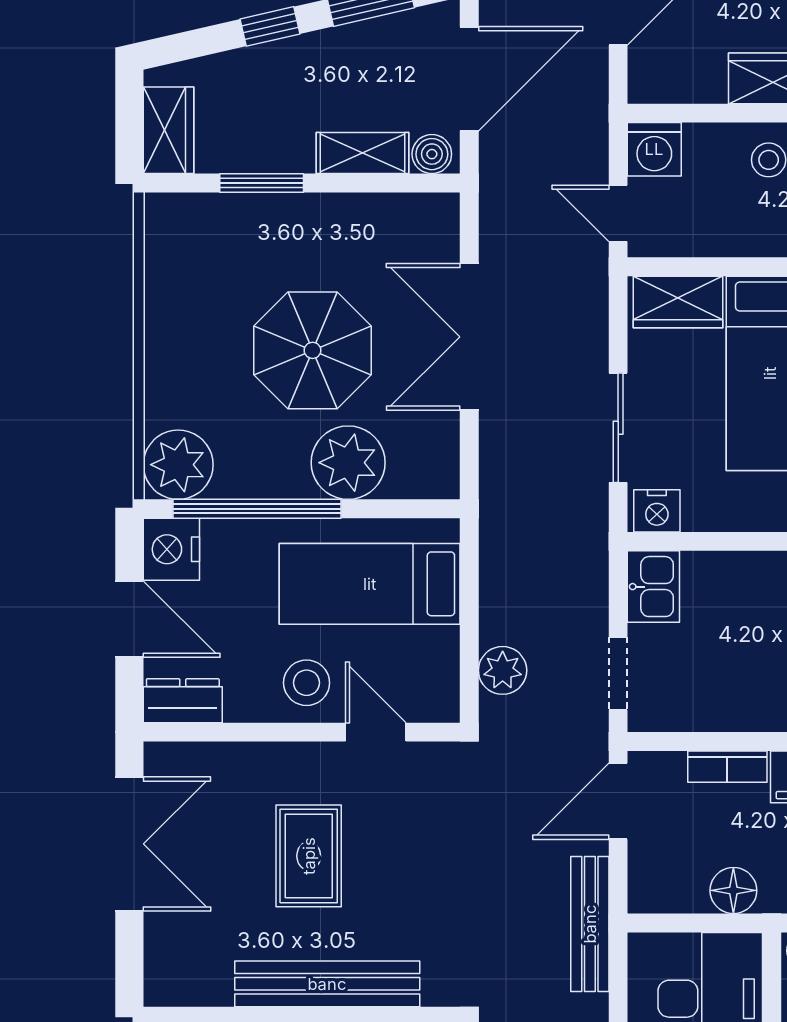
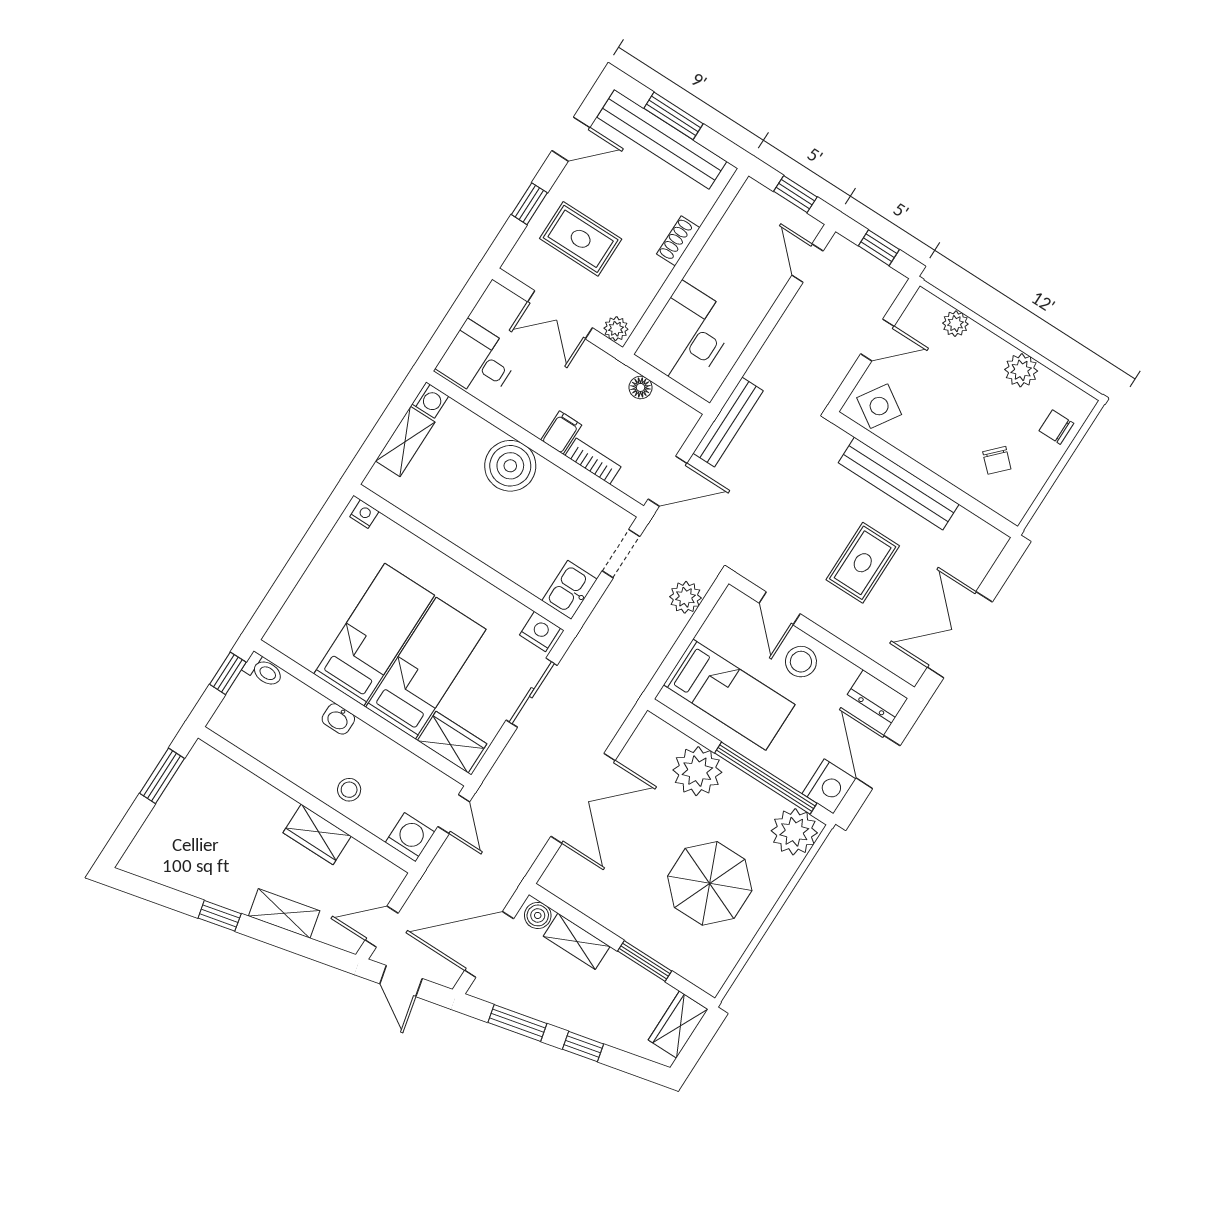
parasol: (313, 350) -> (710, 883), moved
floor lamp: (733, 890) -> (641, 387), width x0.73, depth x0.73

